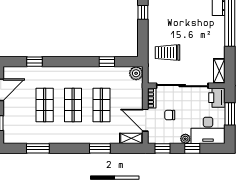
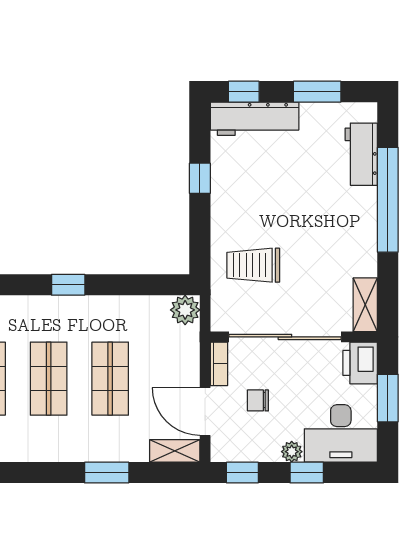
window: (107, 62) -> (68, 285), moved

